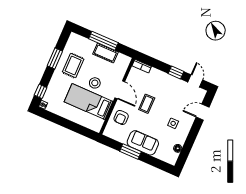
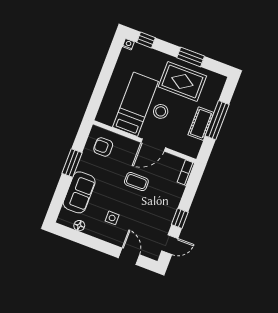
rug: (73, 66) -> (182, 81), width x1.36, depth x1.43
armchair: (121, 117) -> (103, 147), moved
sofa: (143, 143) -> (79, 192), moved

